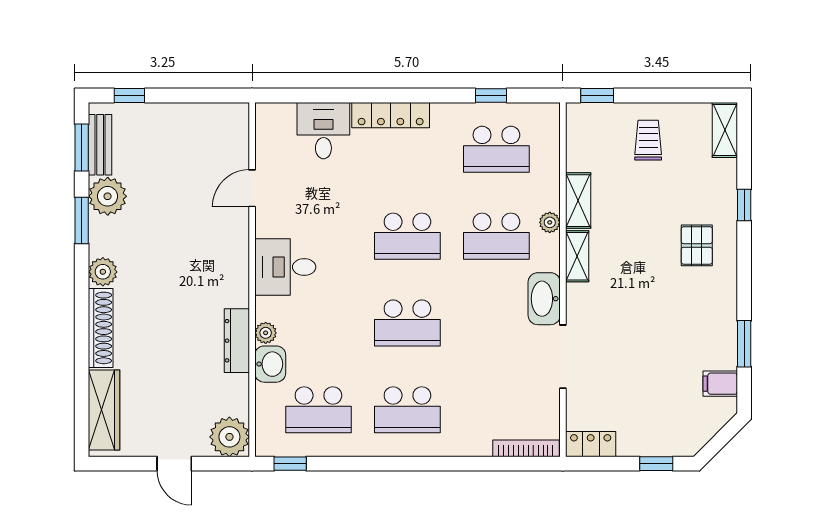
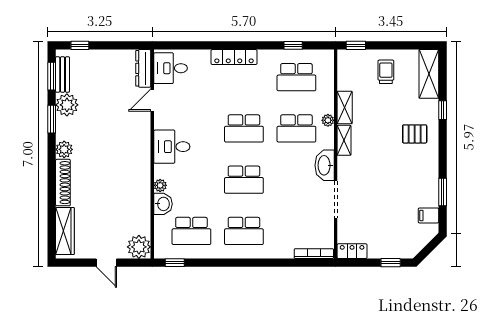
shelving: (725, 130) -> (429, 74), width x1.50, depth x1.33
desk: (323, 131) -> (171, 68), moved, turned -90
pallet: (697, 245) -> (415, 134), turned 90
dresser: (237, 341) -> (143, 68), moved

